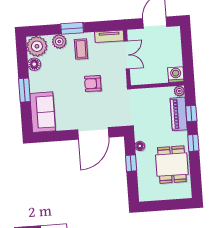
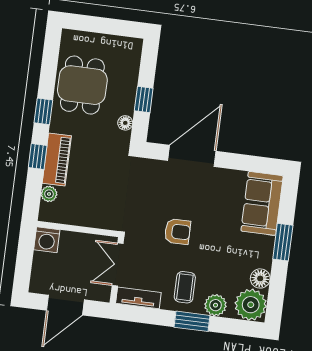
washing machine: (176, 75) -> (47, 240), moved
wall: (157, 85) -> (78, 229), moved

